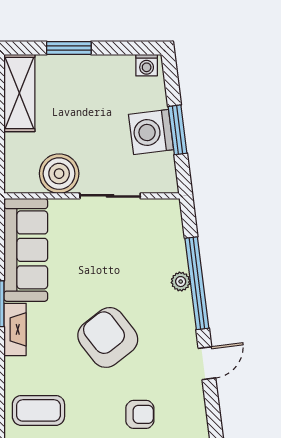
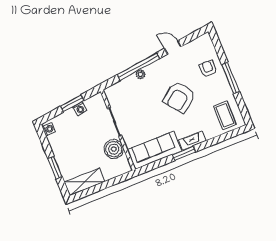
washing machine: (151, 132) -> (80, 109), width x0.53, depth x0.53

